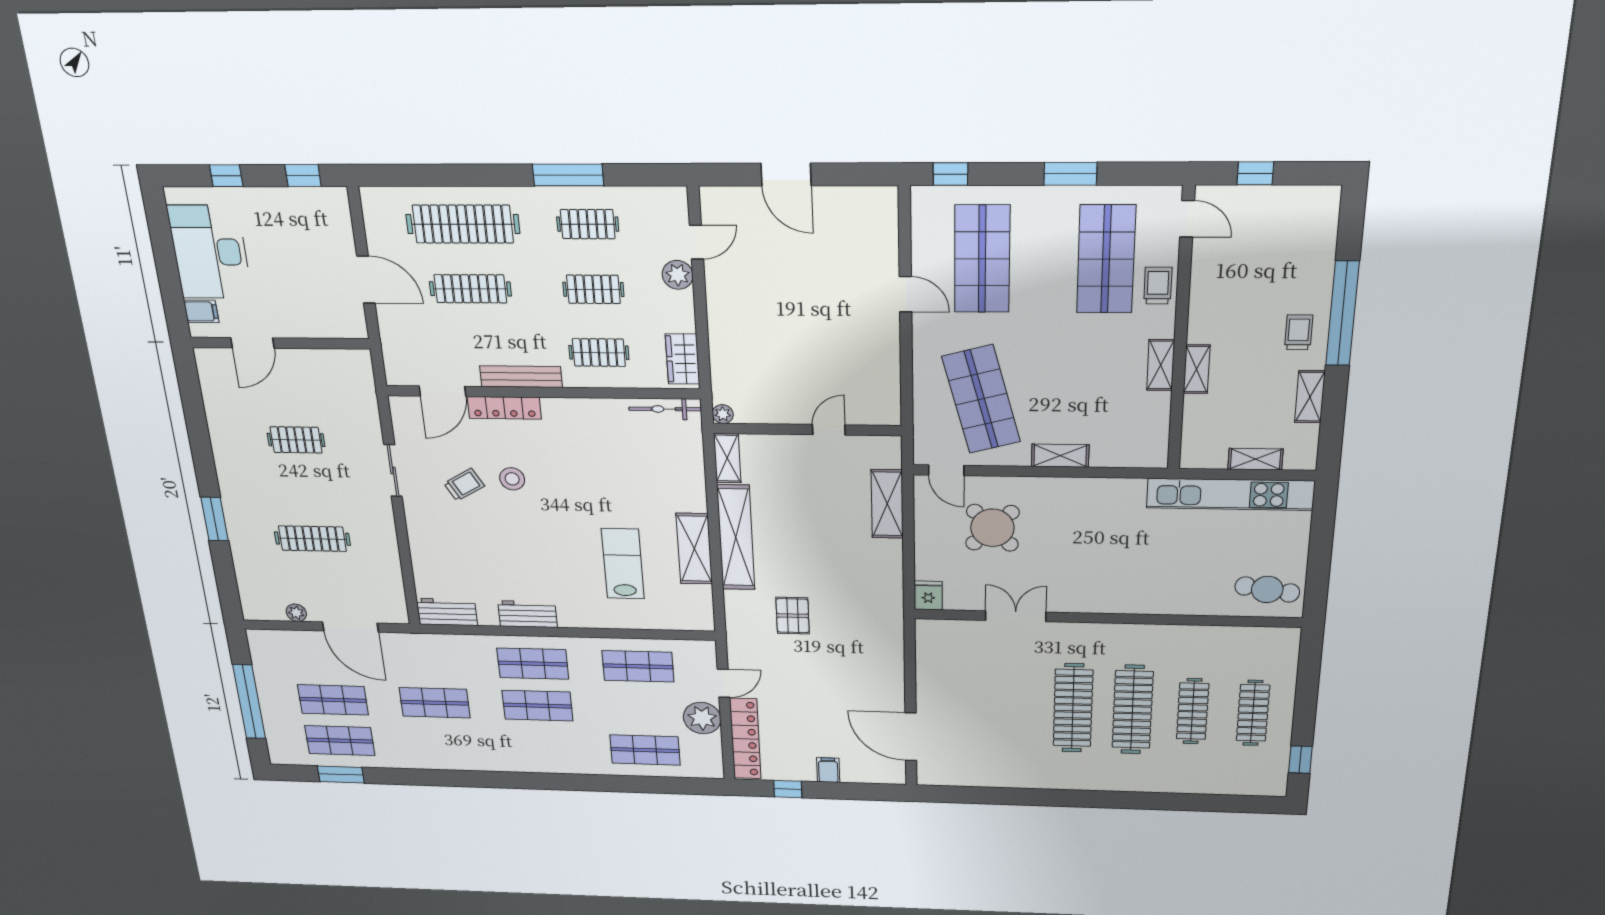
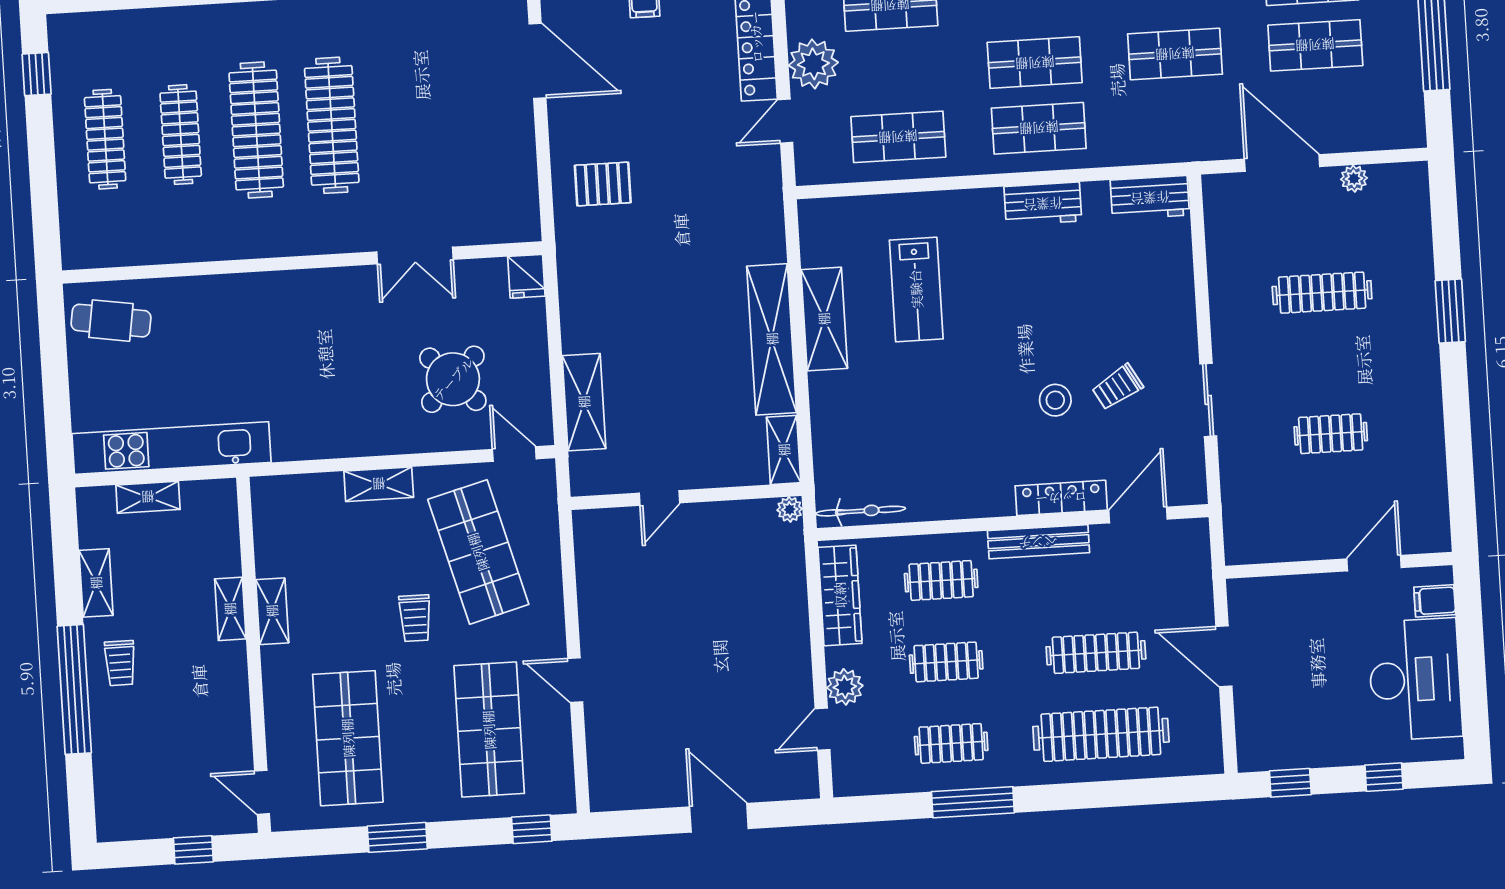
trolley: (1158, 286) -> (415, 618), moved
wardrobe: (683, 359) -> (840, 595), width x1.50
pallet: (793, 616) -> (603, 184), moved, turned 90

